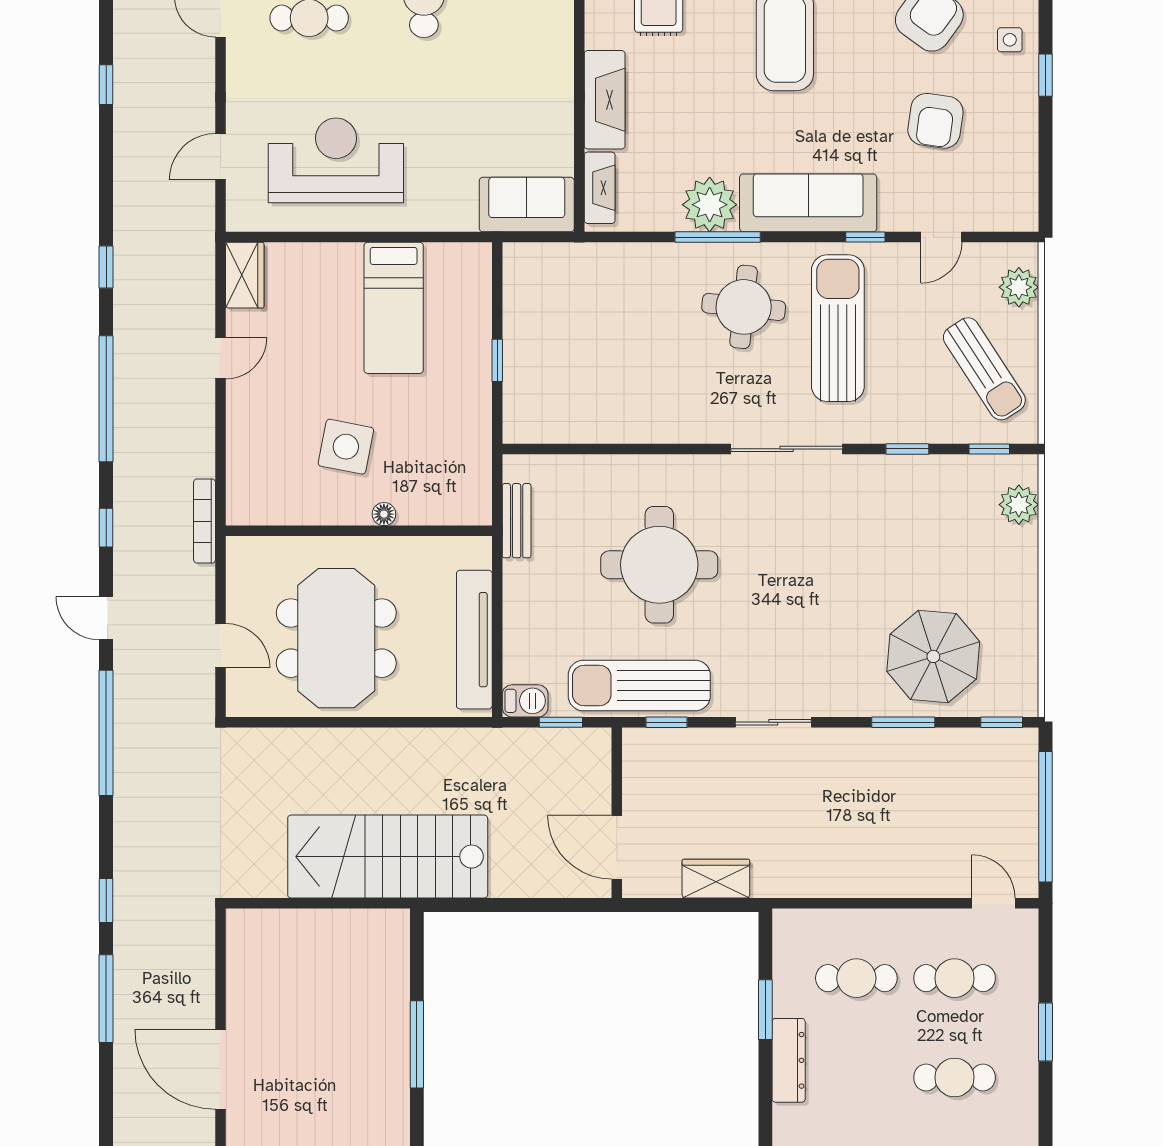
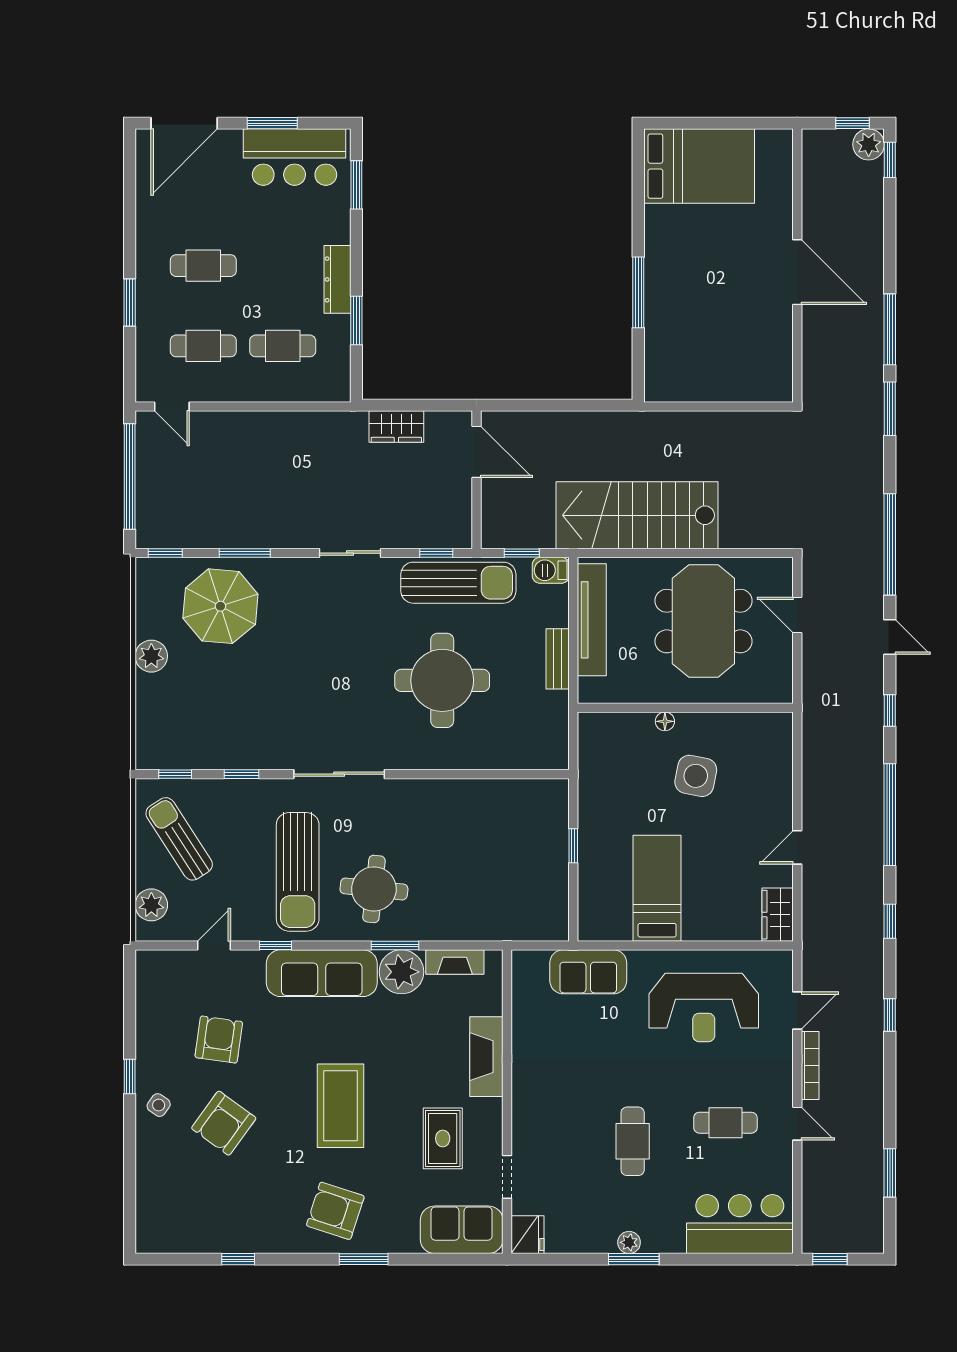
side table: (1010, 40) -> (159, 1105), turned 35
window: (106, 85) -> (890, 1015), moved
fireplace: (600, 188) -> (455, 962), moved, turned -90
sofa: (527, 205) -> (588, 972), moved
window: (718, 237) -> (395, 945), width x0.69
plant: (1019, 505) -> (151, 656), moved
bookcase: (205, 521) -> (810, 1066), moved
bench: (517, 521) -> (558, 659), moved
stairs: (388, 857) -> (637, 515), moved, turned 180
window: (106, 901) -> (890, 409), width x1.50

